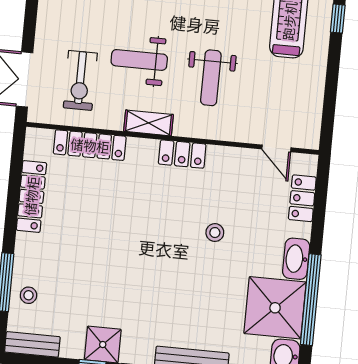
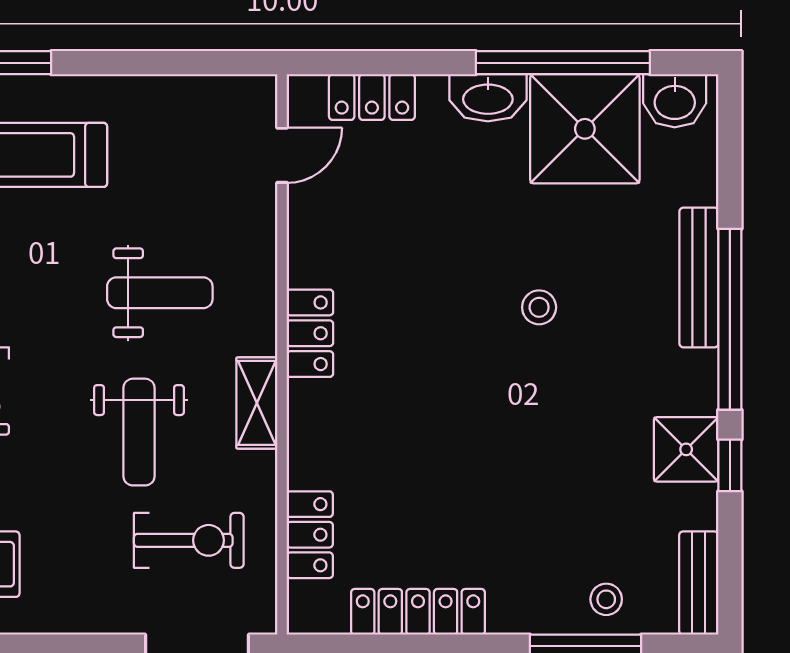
locker: (90, 145) -> (310, 535), width x0.66
stool: (215, 233) -> (539, 307), moved

